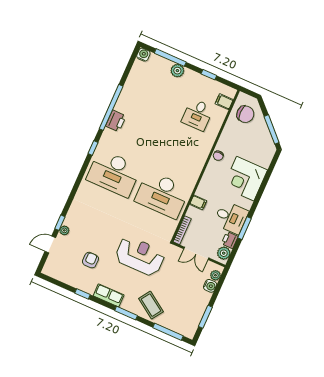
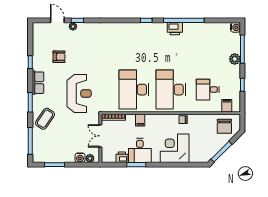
desk: (114, 173) -> (171, 90), moved
plant: (224, 253) -> (110, 157), removed

